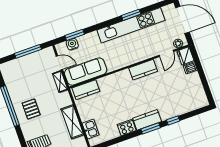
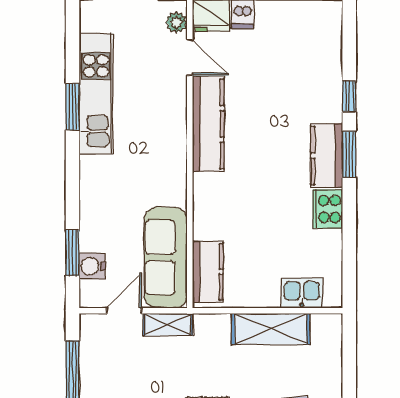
kitchen unit: (131, 25) -> (96, 94), width x0.73
kitchen counter: (143, 70) -> (208, 124), width x1.50

